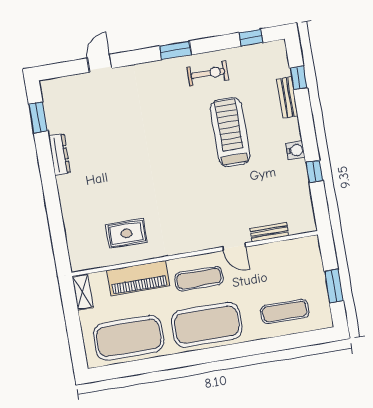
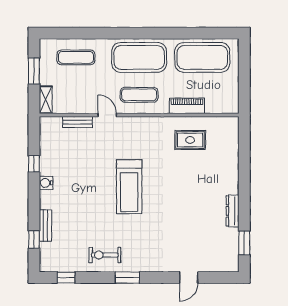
treadmill: (230, 132) -> (129, 187), moved
piano: (138, 278) -> (187, 106), width x0.73, depth x0.75
shelving: (82, 292) -> (46, 100), moved

